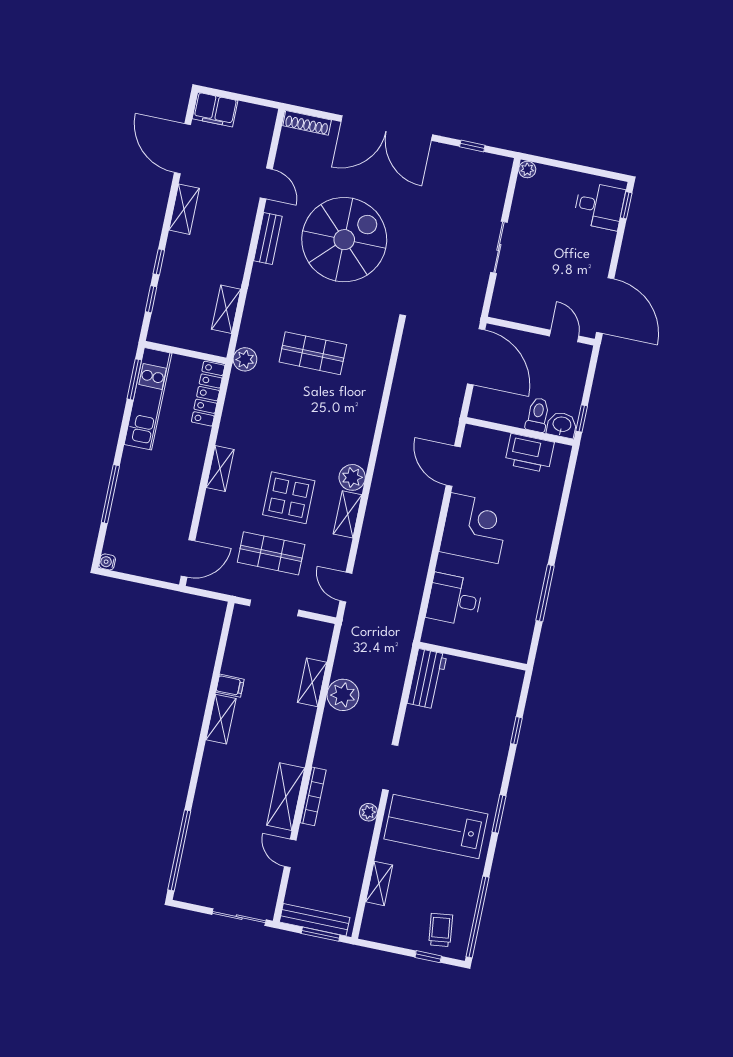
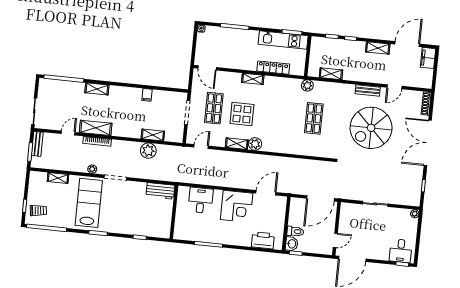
spiral stairs: (344, 240) -> (371, 128), turned 90
locker: (208, 394) -> (273, 68), moved
printer: (529, 453) -> (263, 240), moved, turned 90
shelving: (221, 719) -> (97, 89), moved
bench: (315, 920) -> (37, 144), width x0.73

